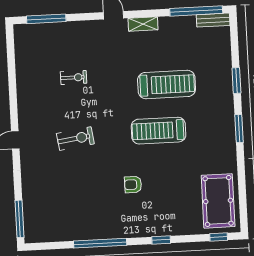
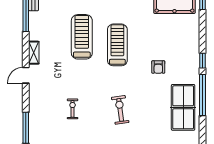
treadmill: (159, 131) -> (117, 45), turned 180
table tennis table: (83, 219) -> (183, 107), added
window: (161, 240) -> (203, 61), moved

